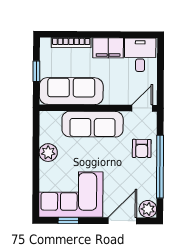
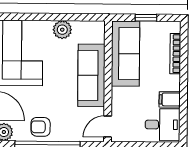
filing cabinet: (108, 48) -> (170, 99), width x0.50
door: (142, 108) -> (108, 127), swing flipped
armchair: (142, 148) -> (41, 127), moved

